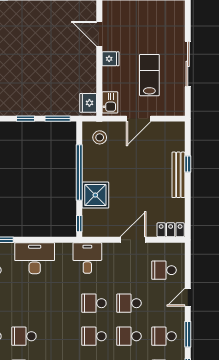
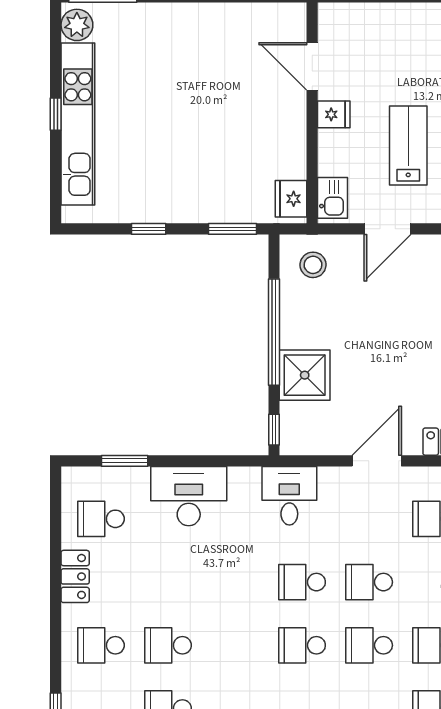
window: (25, 119) -> (149, 229), moved

